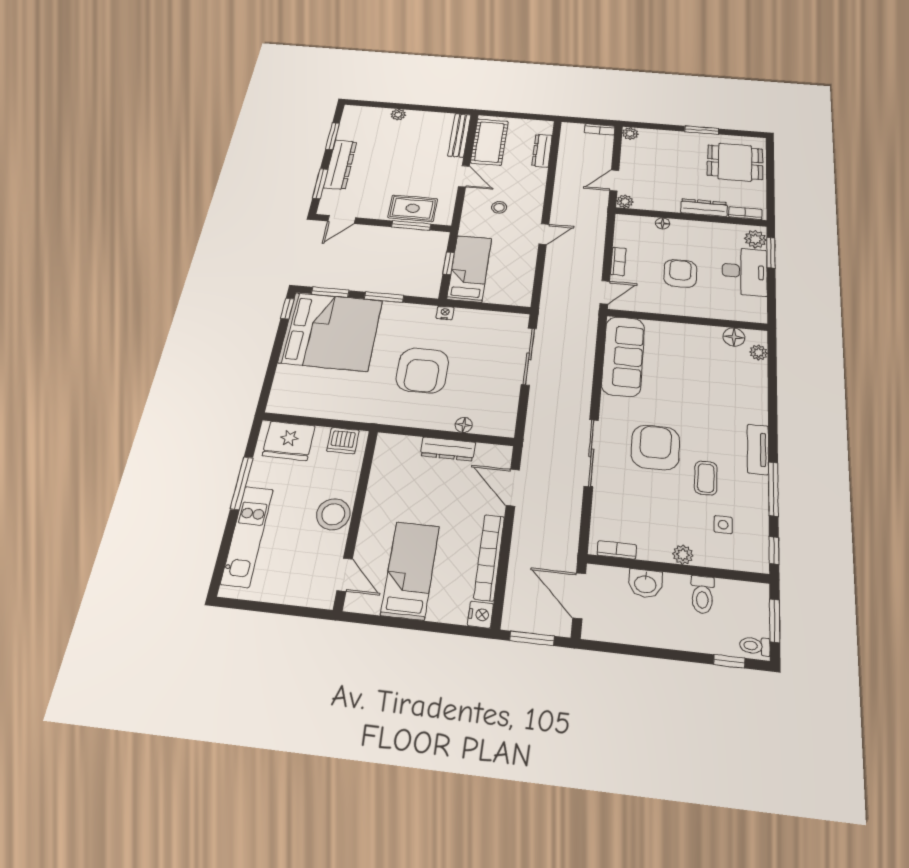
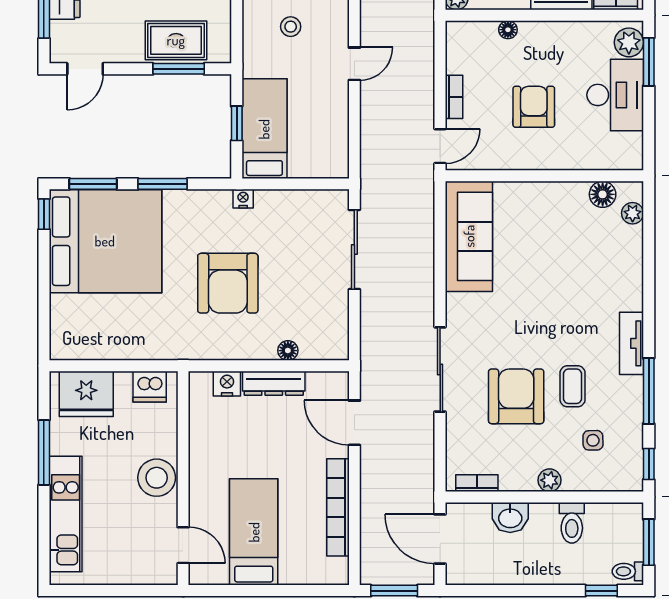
armchair: (655, 447) -> (516, 396), moved
nightstand: (480, 615) -> (227, 384), moved, turned -90

